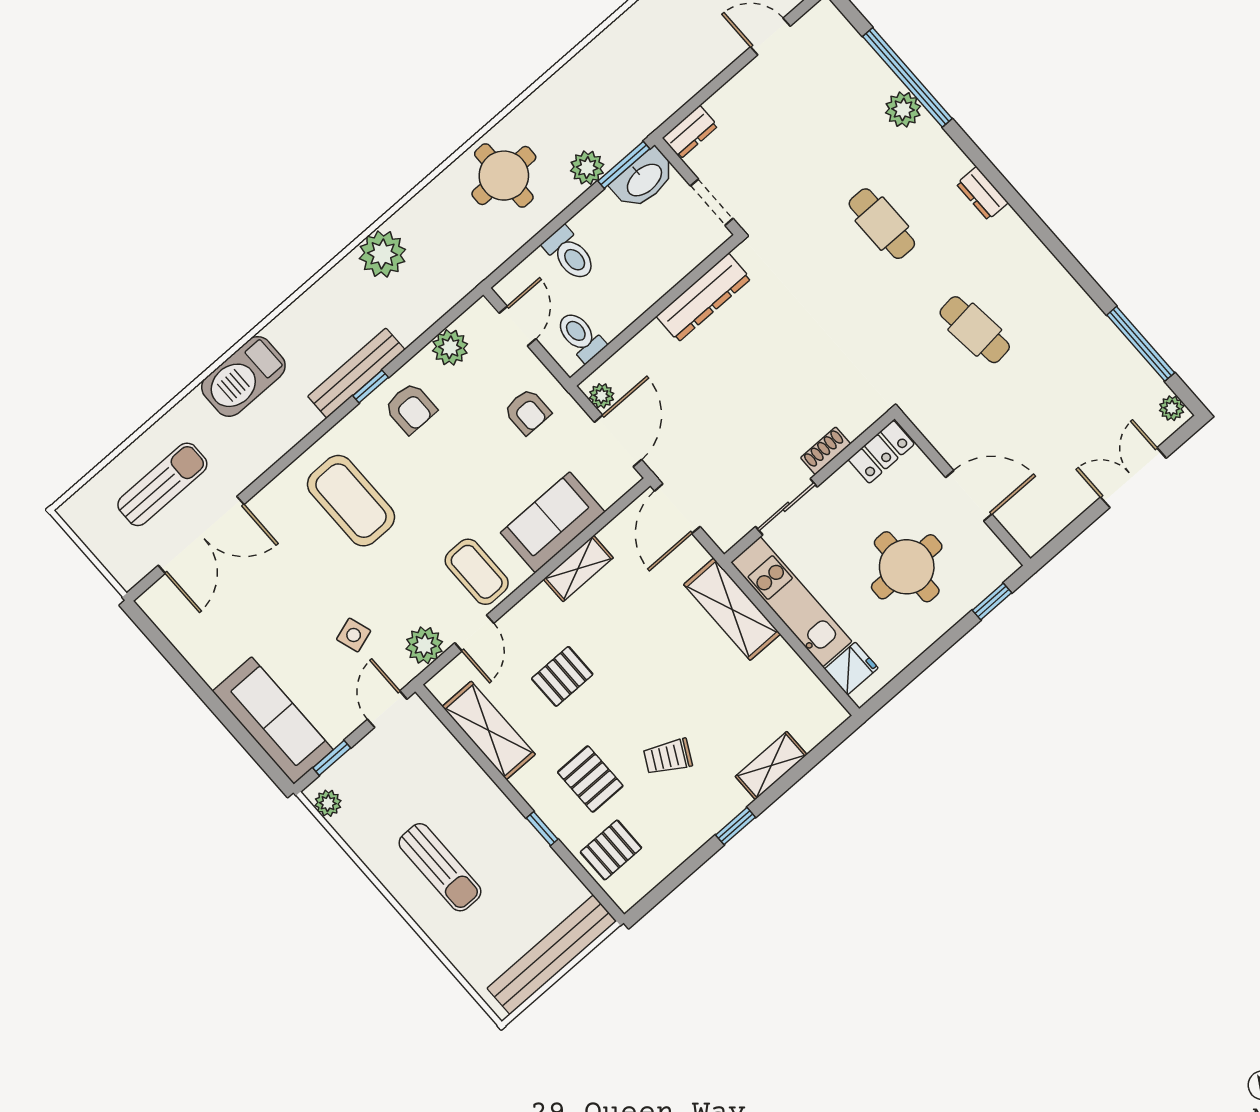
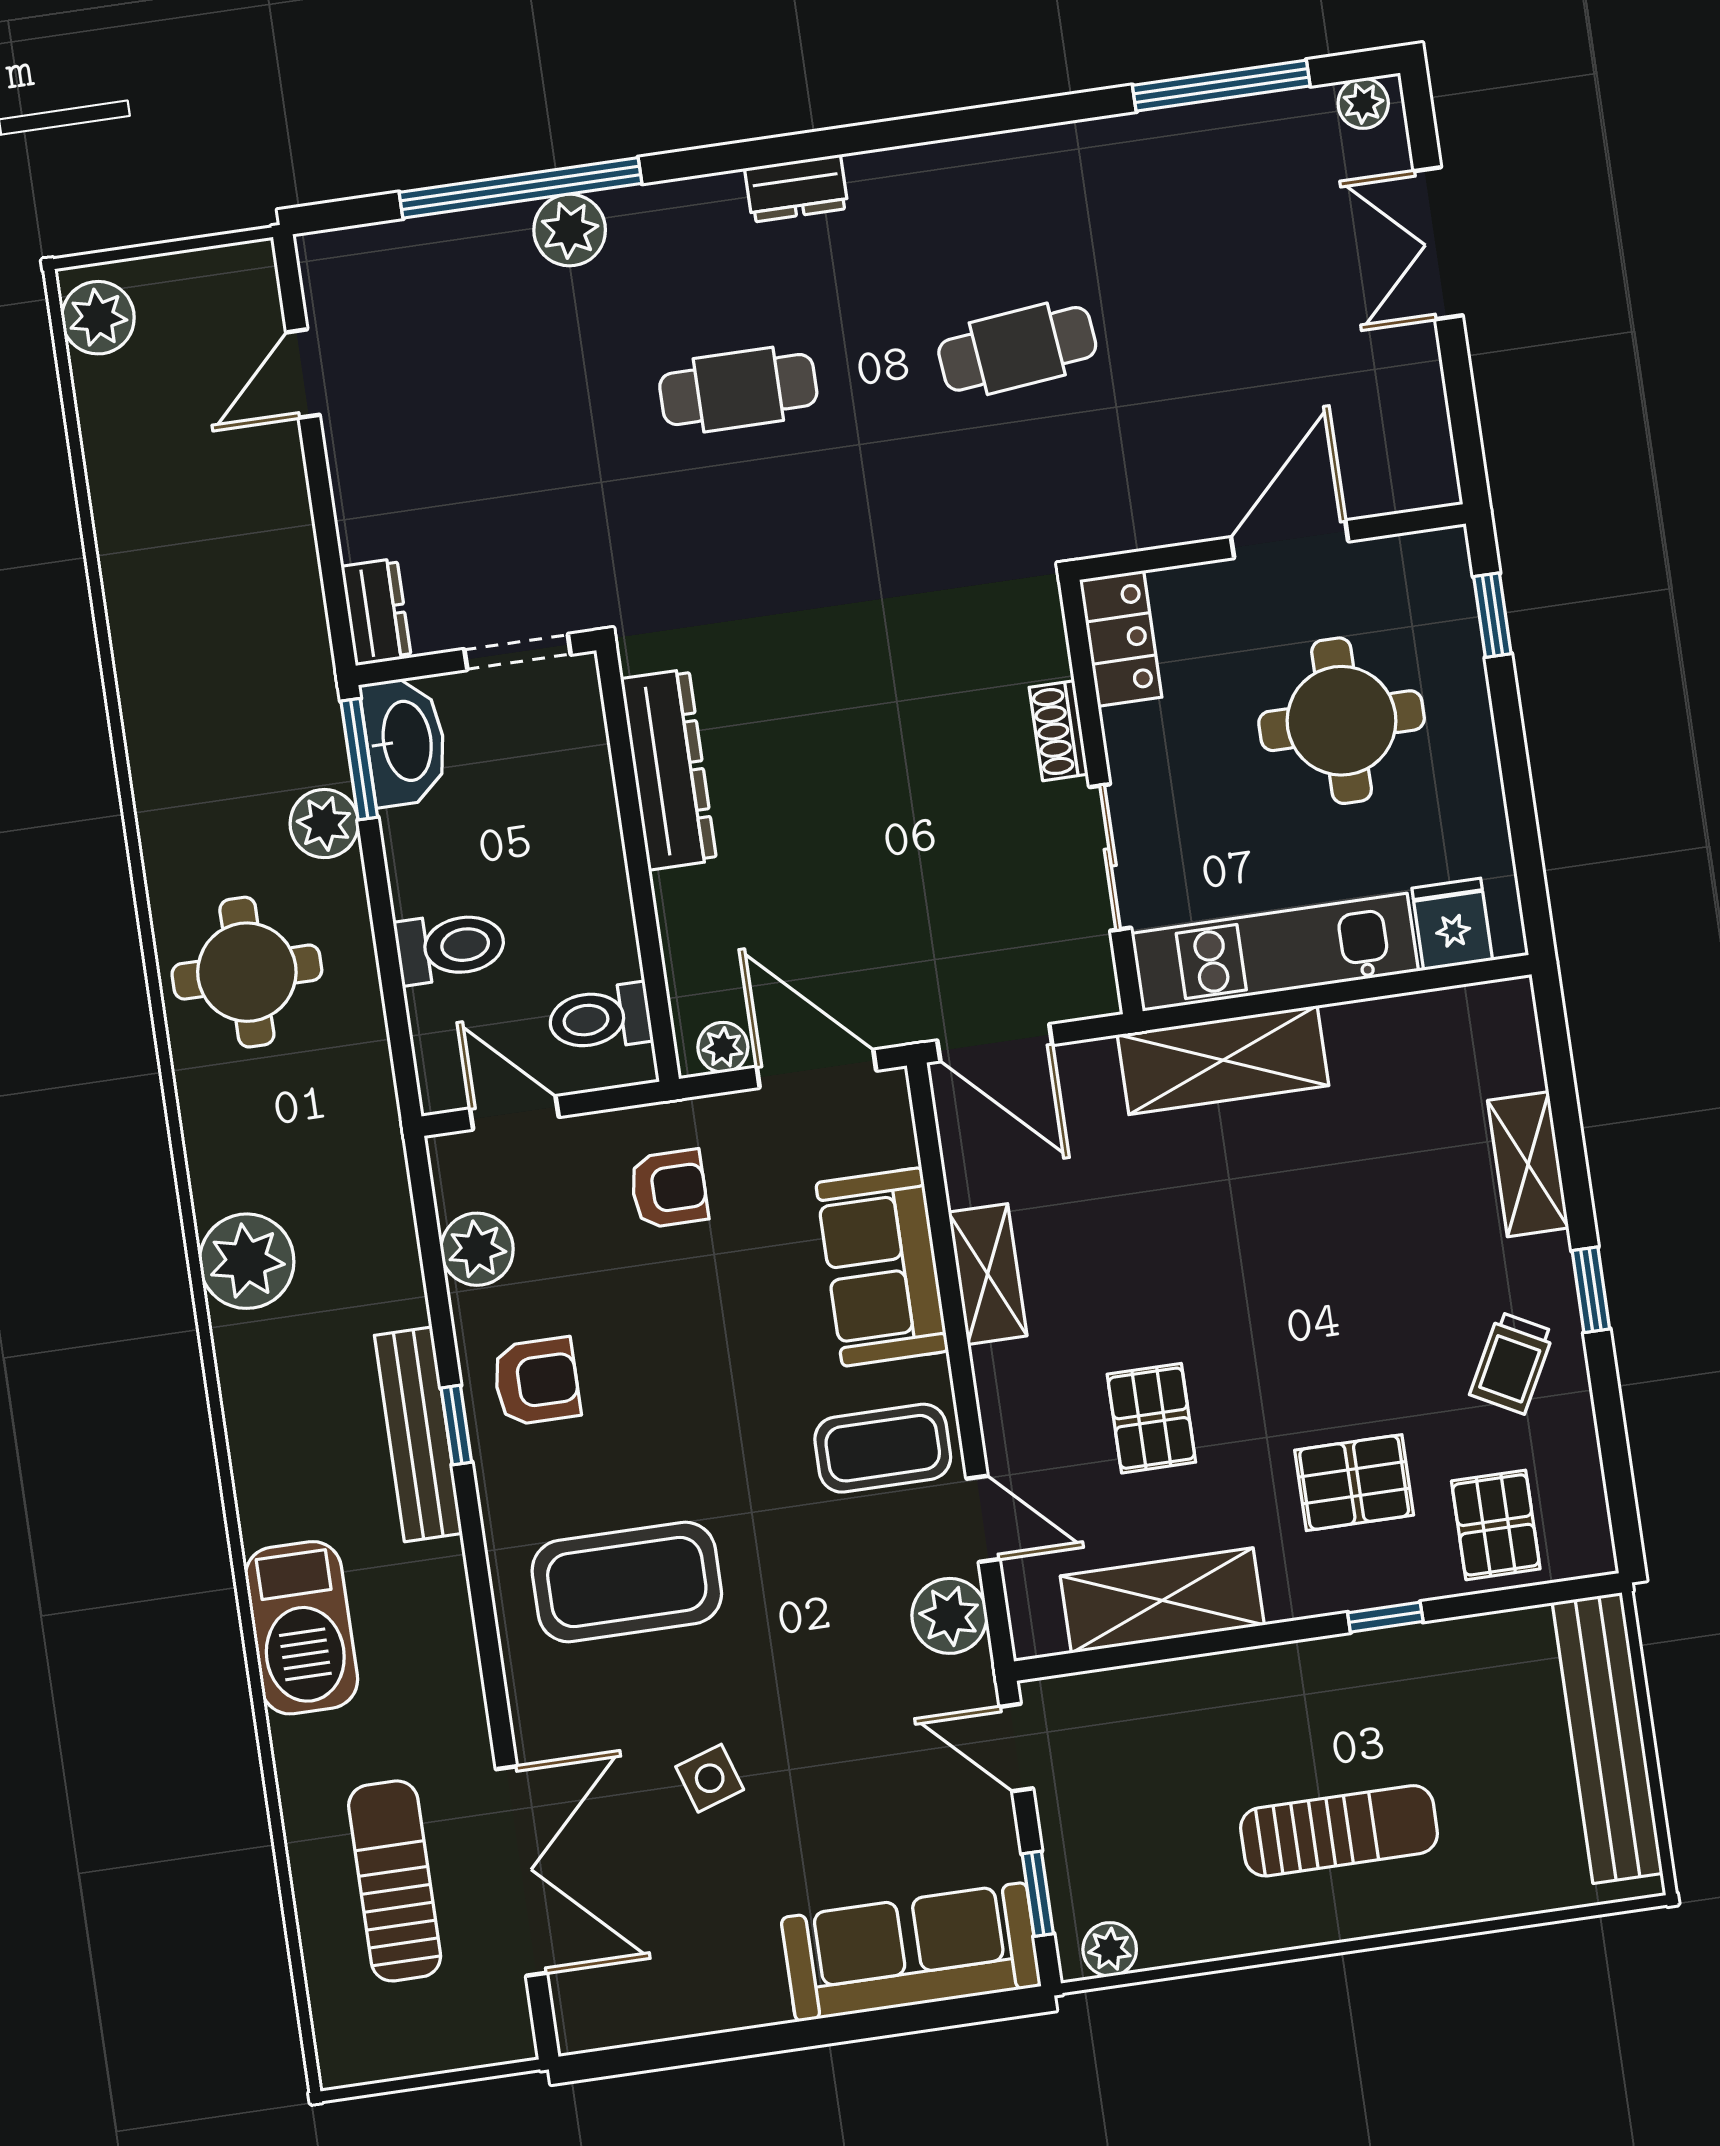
side table: (354, 635) -> (710, 1778), moved
trolley: (668, 757) -> (1512, 1363), moved

